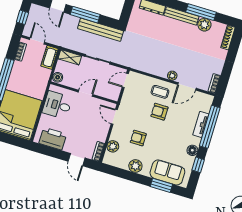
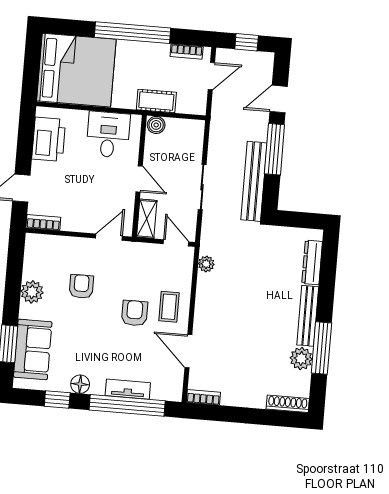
cot: (49, 57) -> (156, 101), moved
shelving: (70, 57) -> (147, 219), moved
plant: (172, 76) -> (206, 264), moved
plant: (113, 146) -> (58, 246), removed

